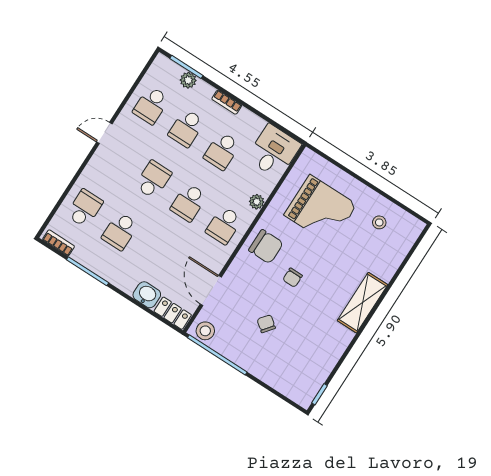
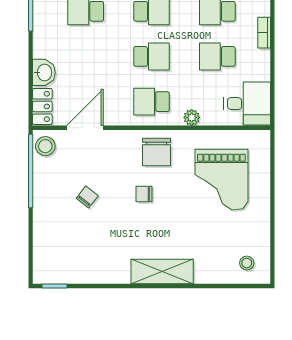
school desk: (189, 202) -> (152, 56), turned 180
stool: (379, 222) -> (247, 263), moved

